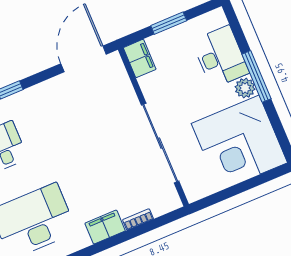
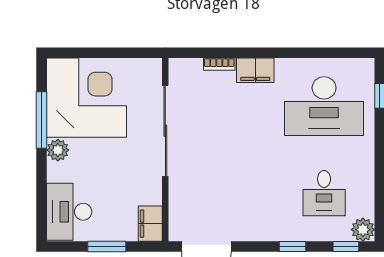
desk: (220, 57) -> (69, 212), moved
window: (256, 76) -> (42, 120), moved

